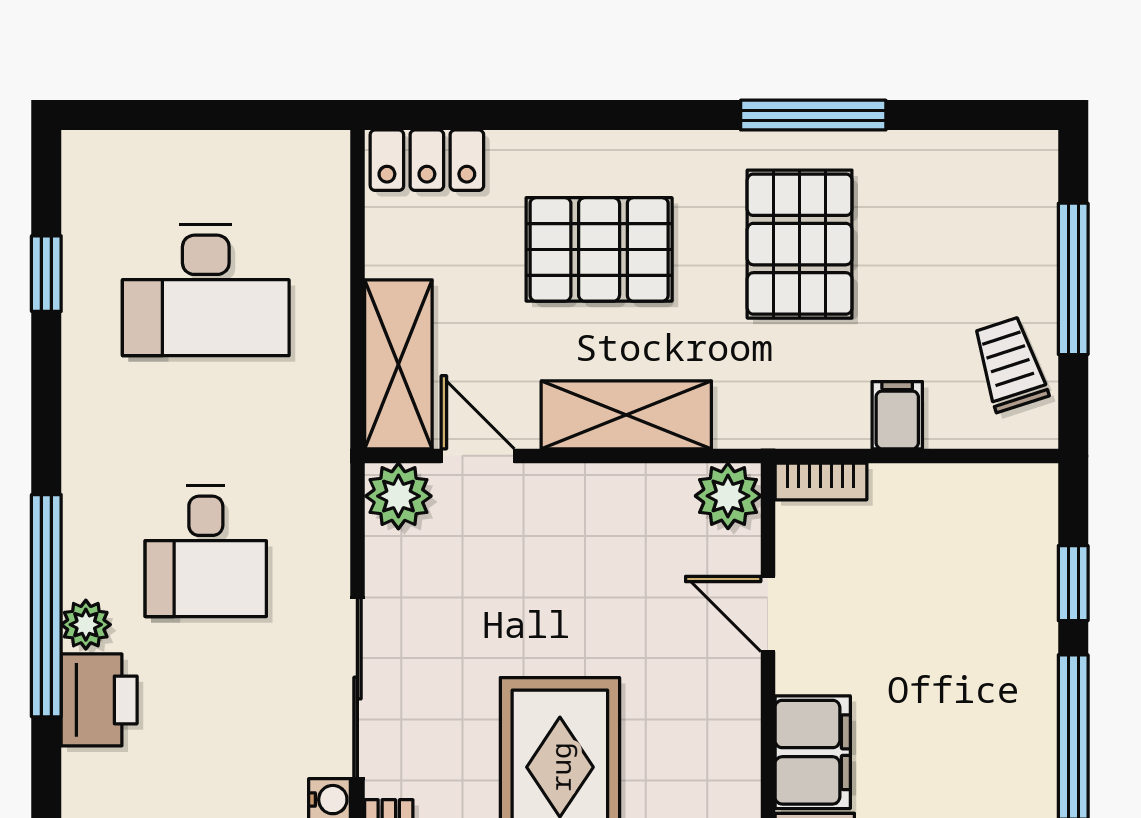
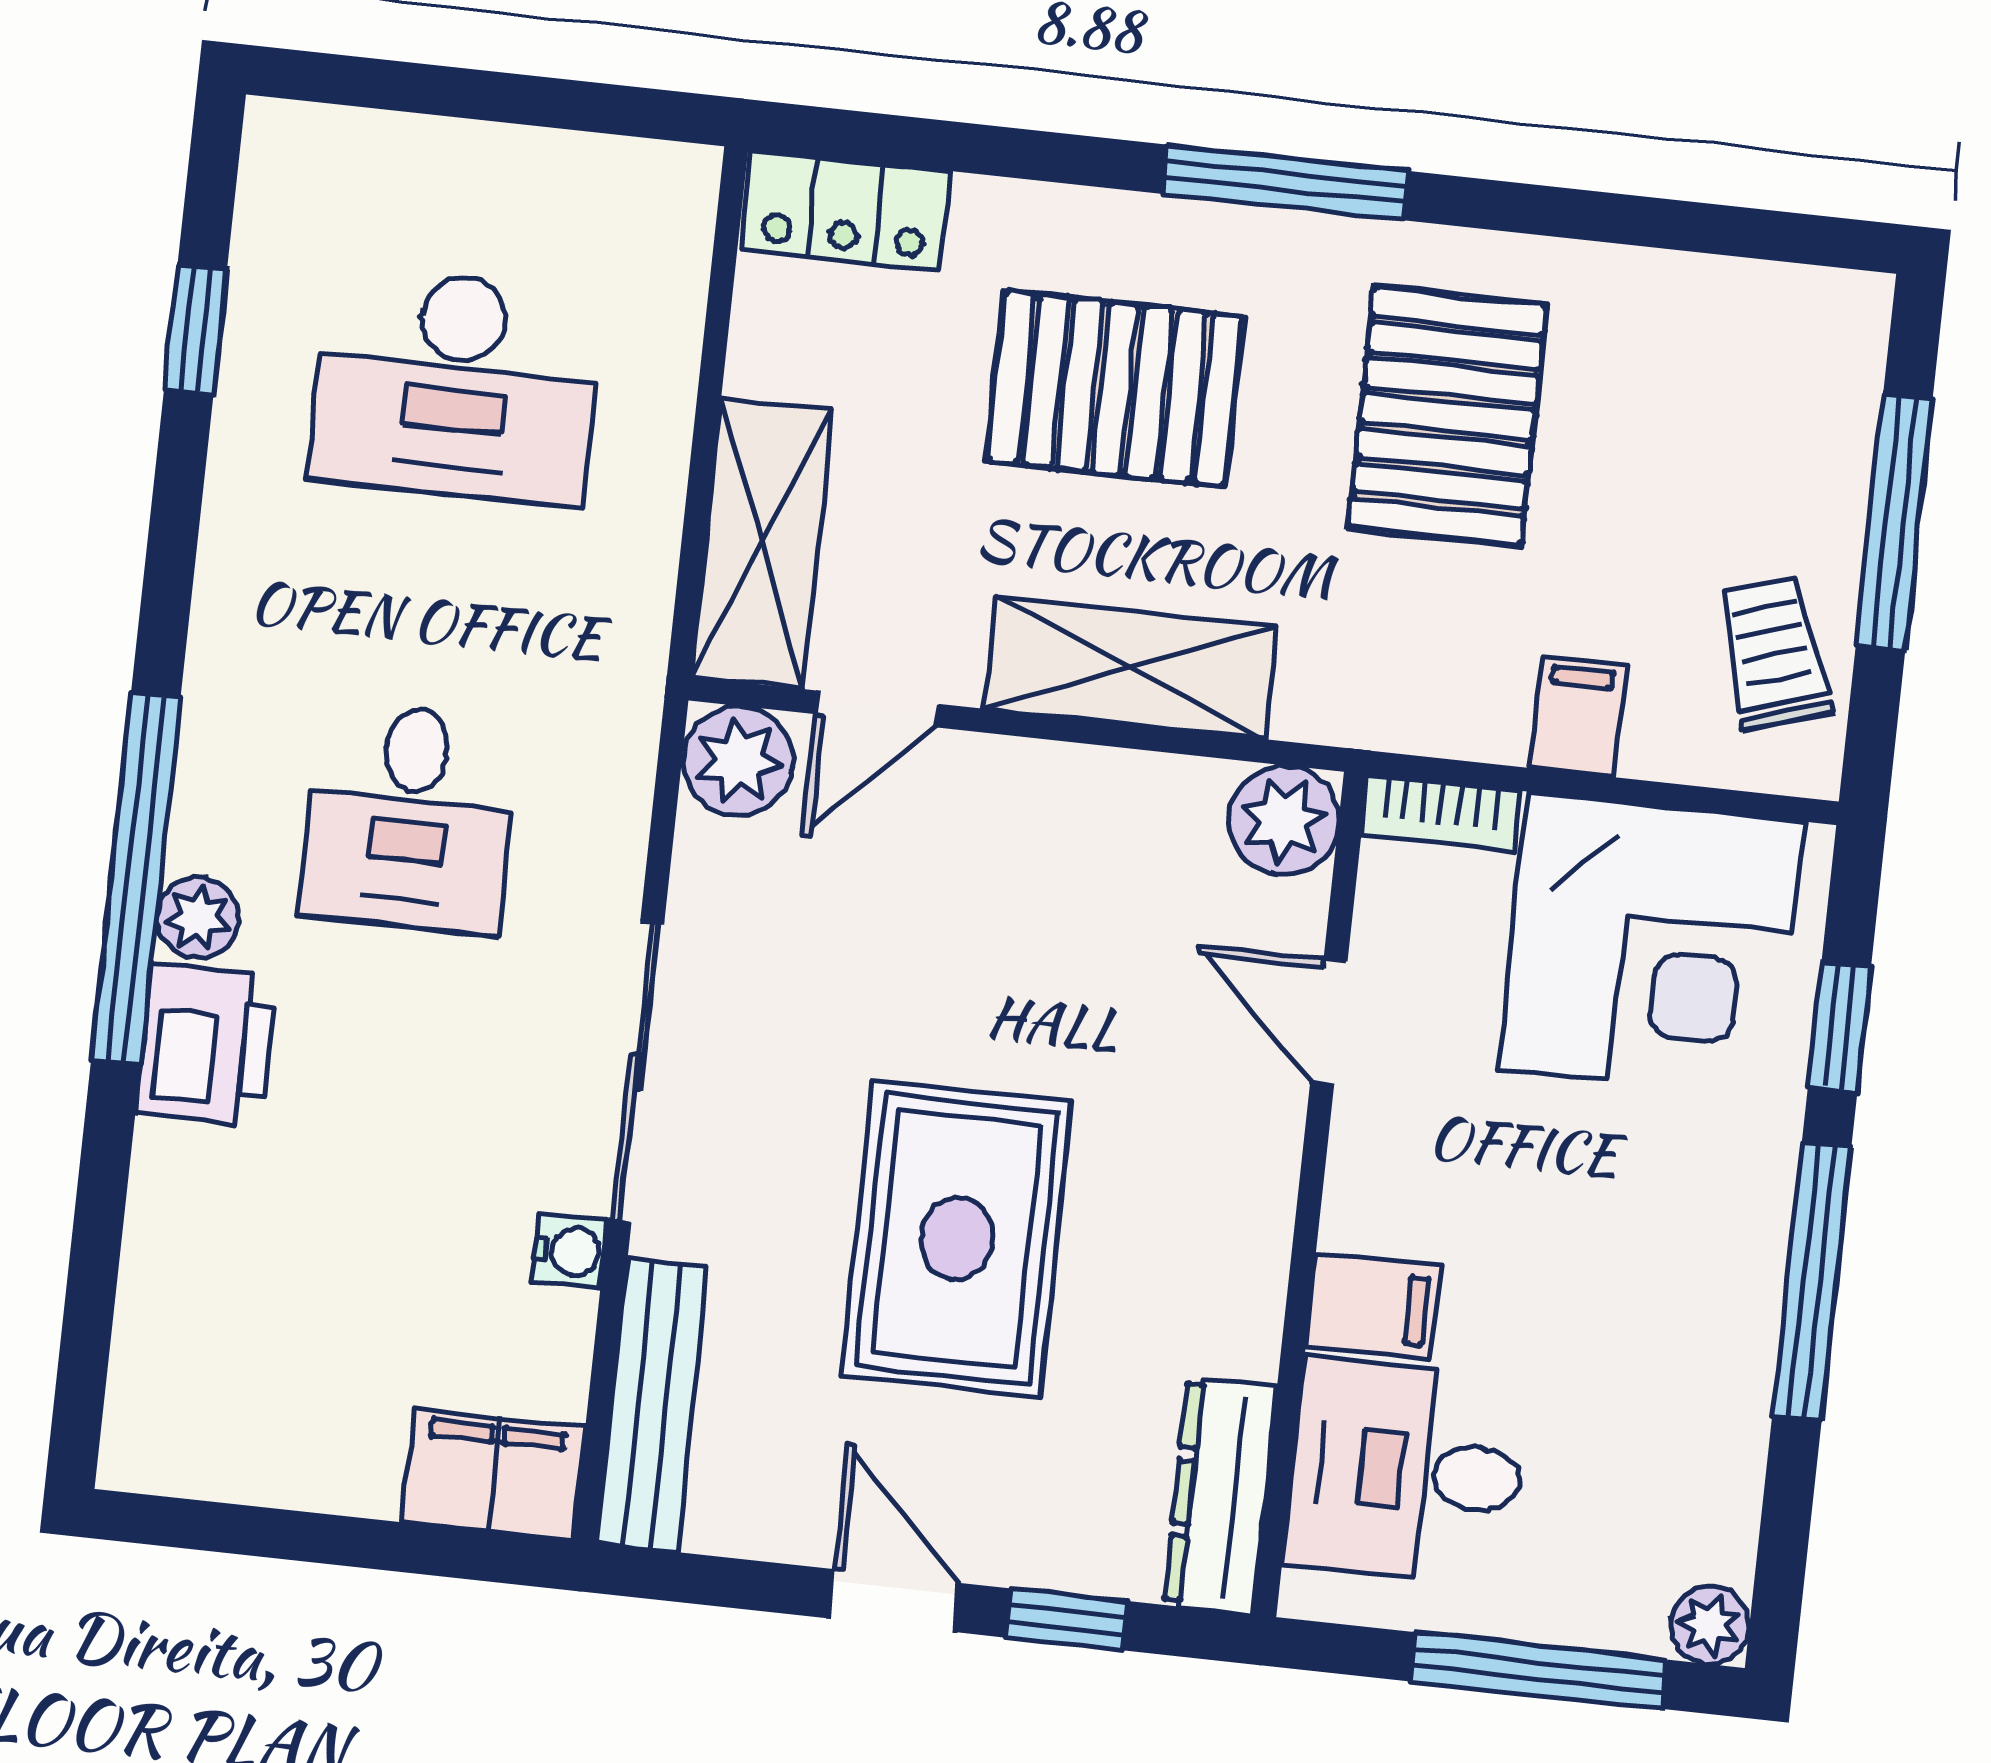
window: (813, 115) -> (1285, 182), moved
door: (478, 456) -> (877, 709), swing flipped
corner desk: (955, 547) -> (1651, 945), added
filing cabinet: (813, 752) -> (1373, 1306), width x0.50

